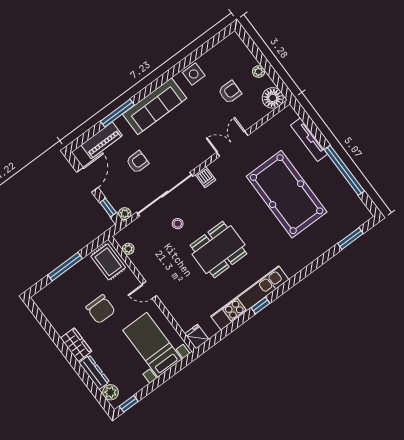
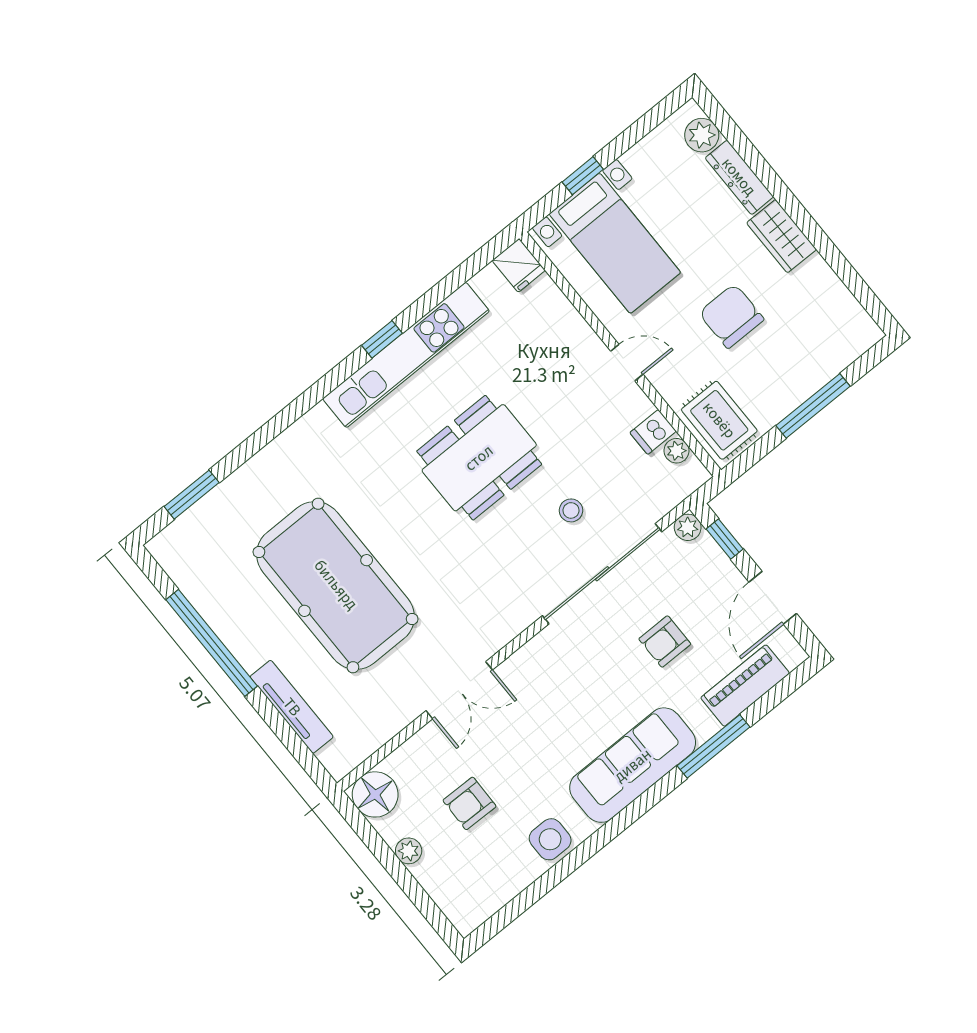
dishwasher: (205, 177) -> (653, 432), moved, turned -90
window: (129, 404) -> (583, 176), moved

